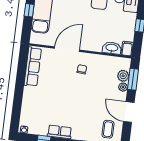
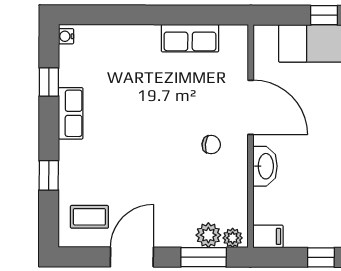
washbasin: (112, 48) -> (265, 166), moved
row of seats: (33, 67) -> (190, 38), width x0.68
plant: (123, 87) -> (233, 238), moved

